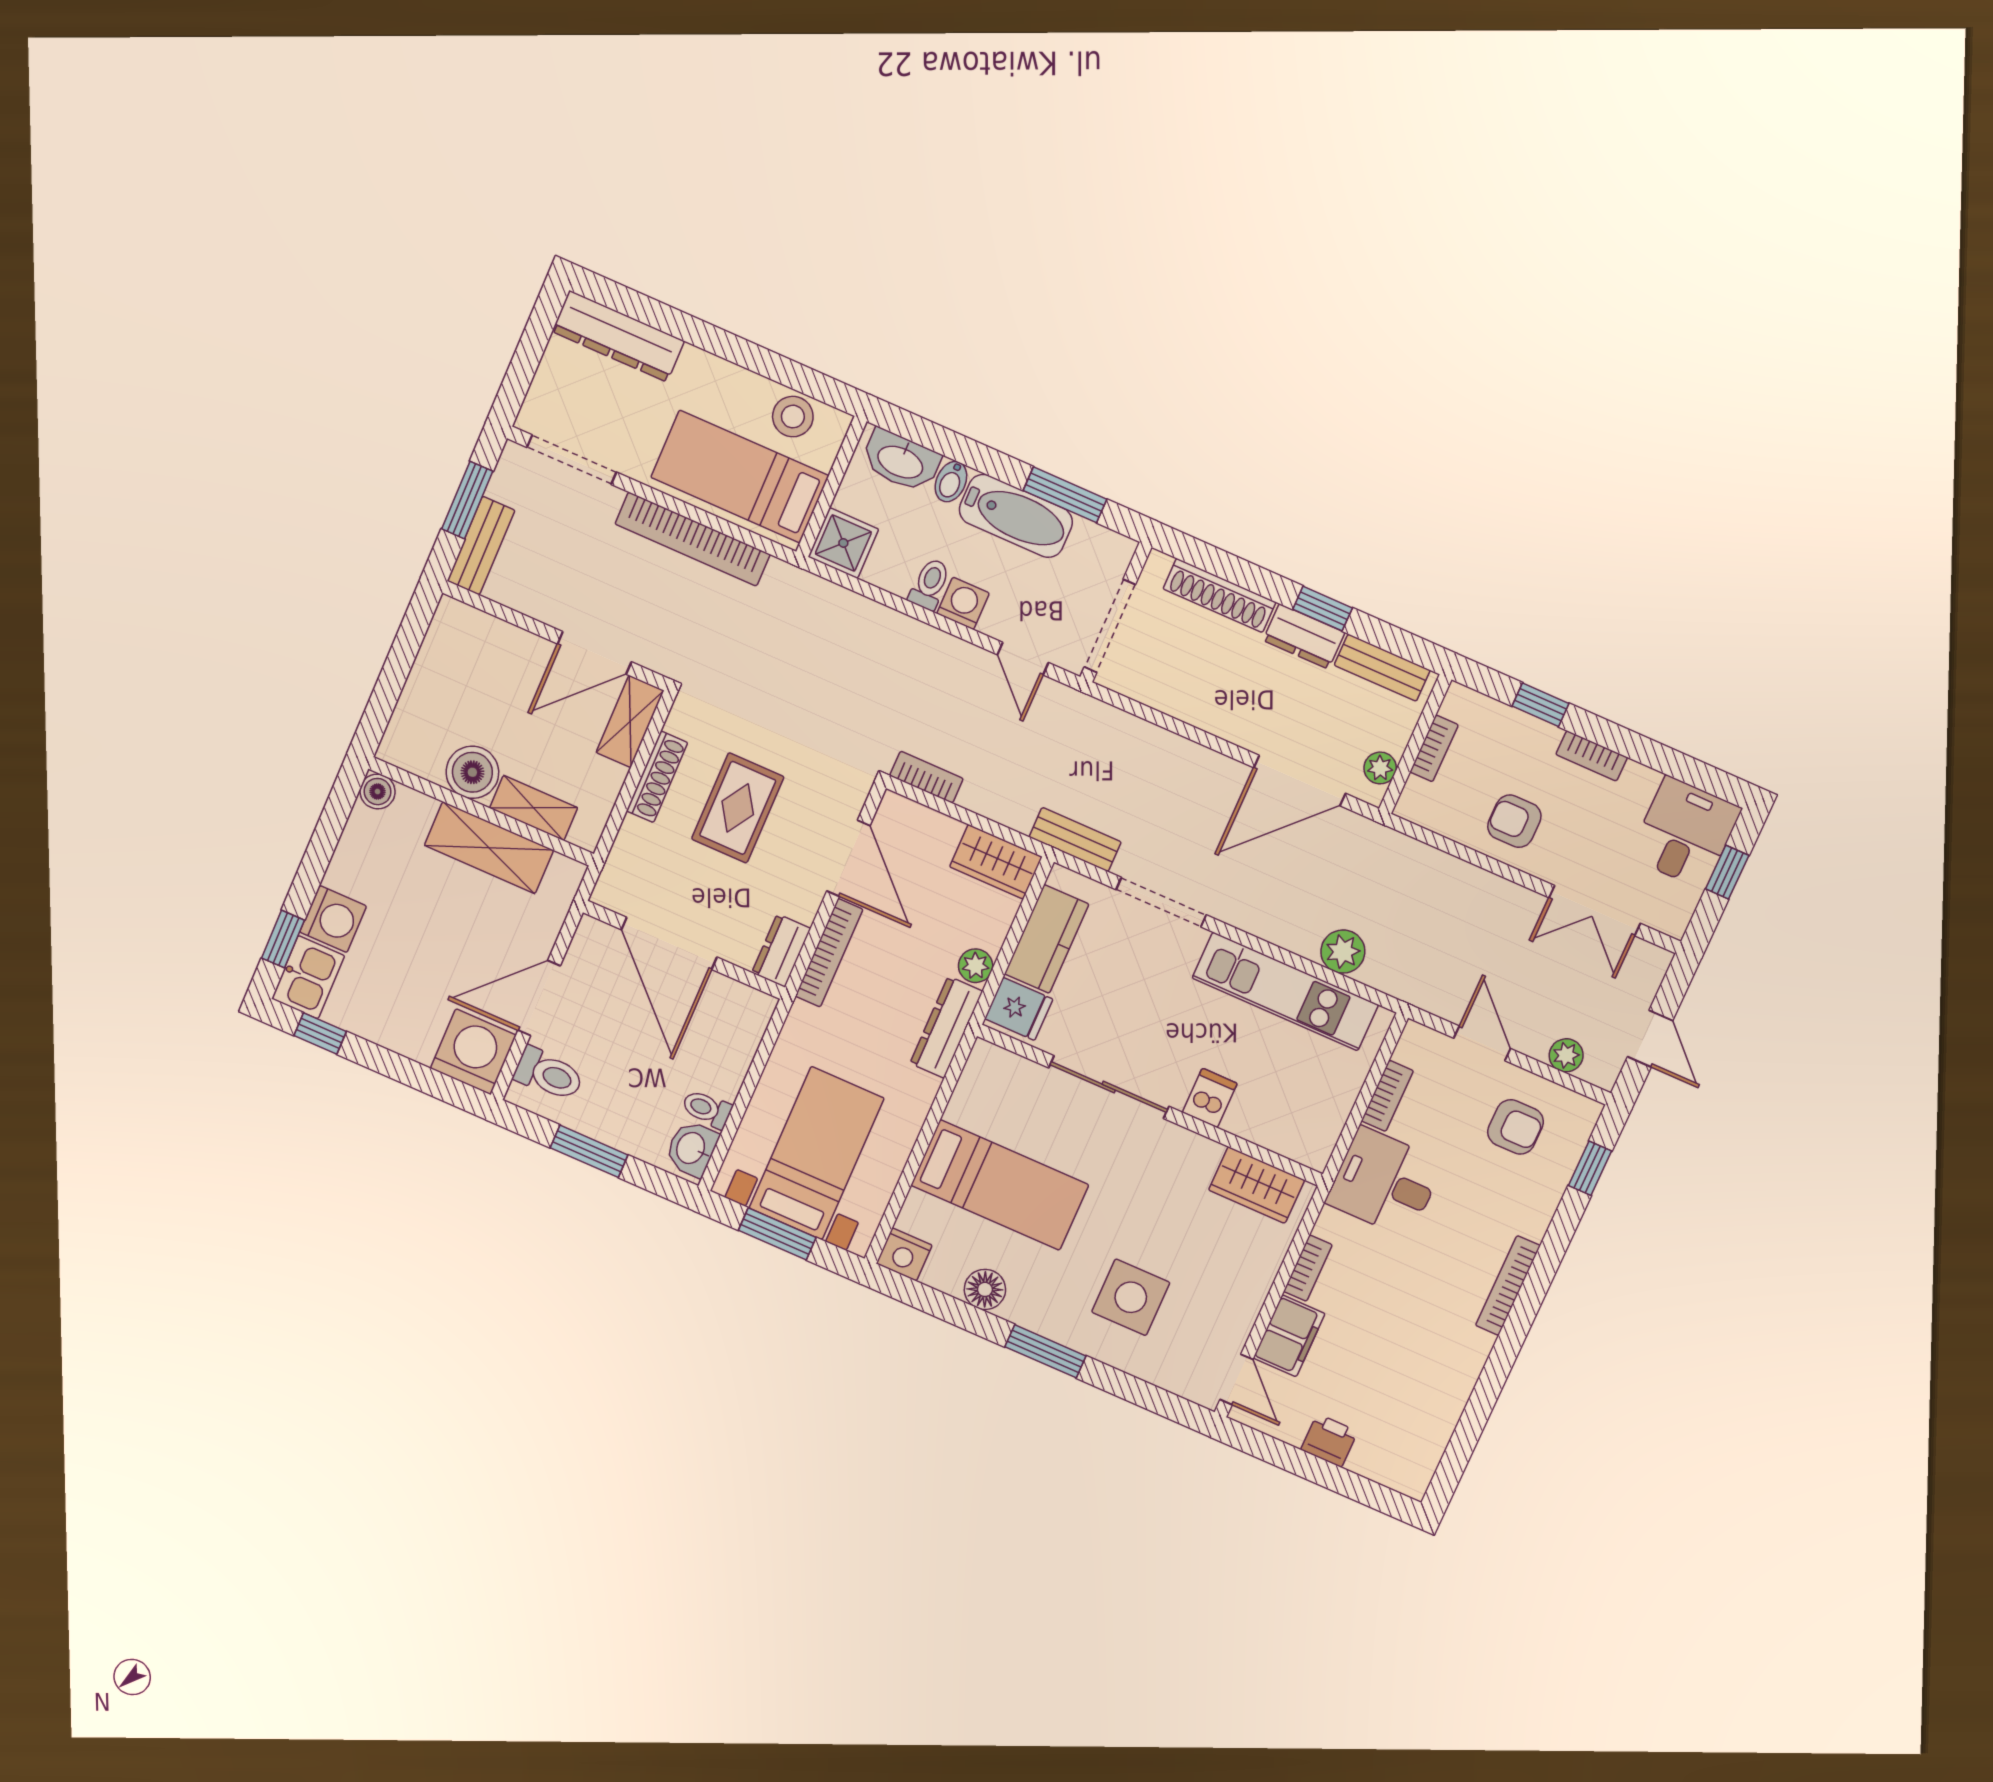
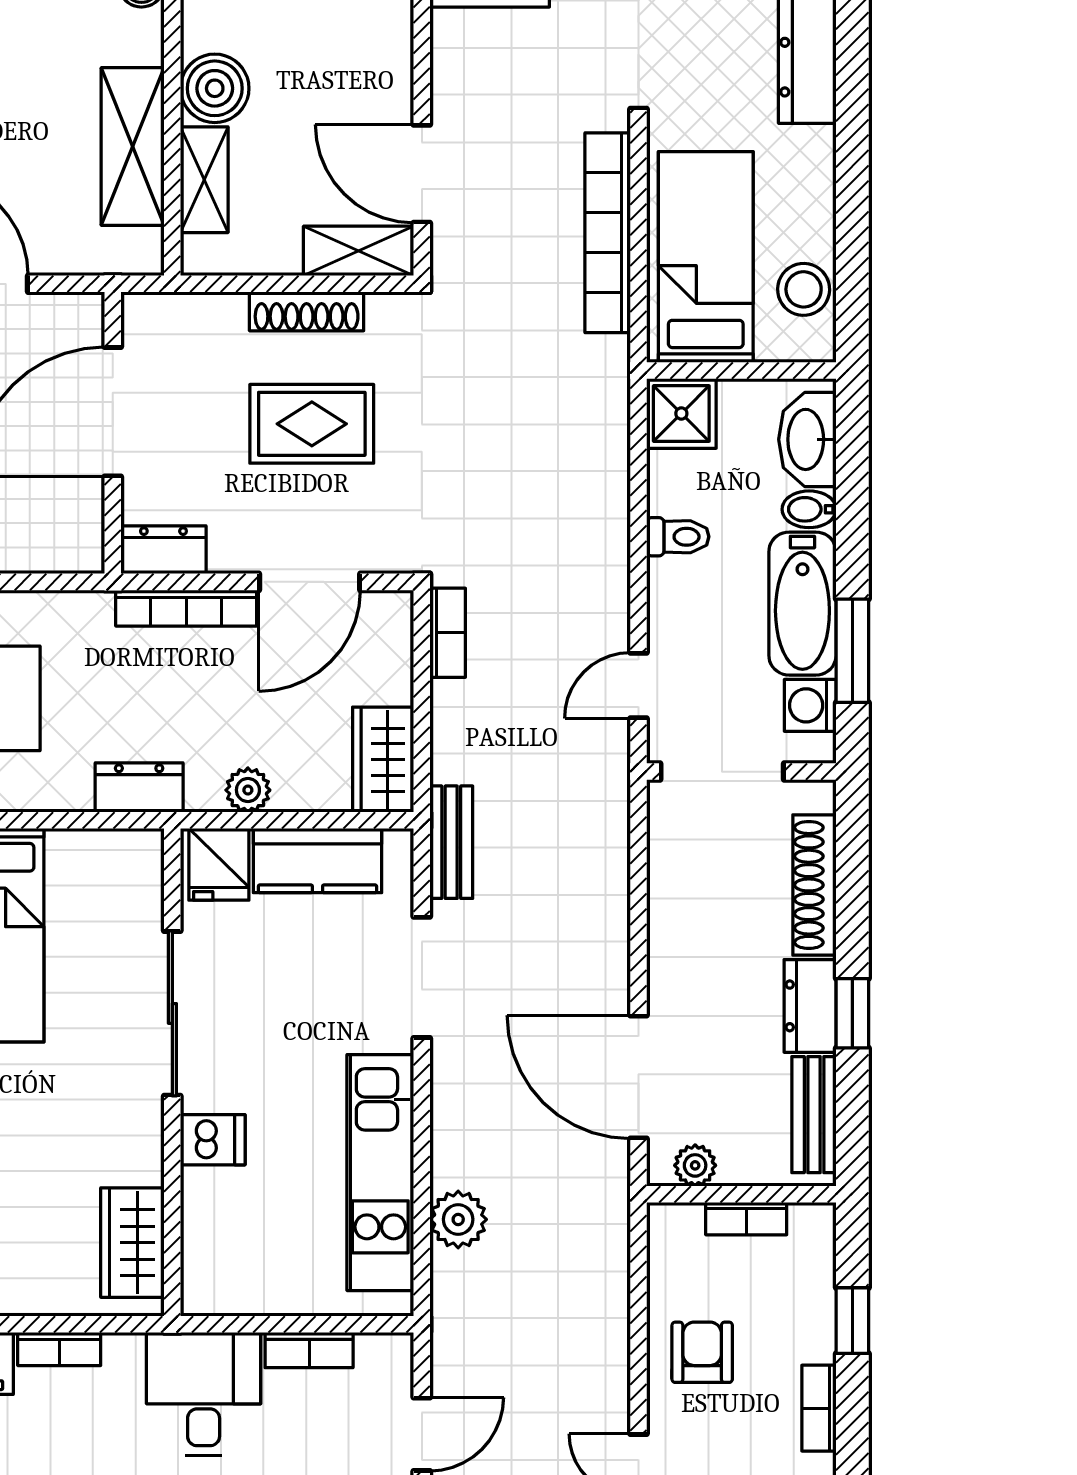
washing machine: (963, 603) -> (810, 705), moved, turned 180
dresser: (946, 1027) -> (139, 787), width x0.70

